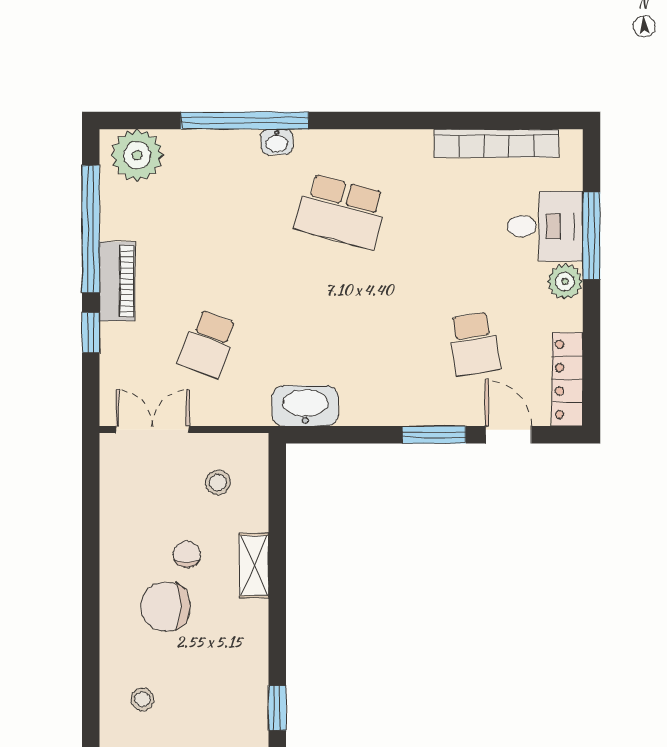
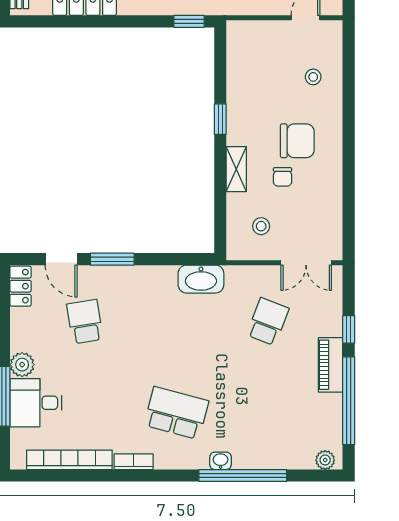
bookcase: (403, 140) -> (134, 462), added
plant: (137, 155) -> (325, 460), width x0.53, depth x0.53
locker: (567, 379) -> (21, 286), width x0.66
window: (277, 708) -> (220, 119), moved

